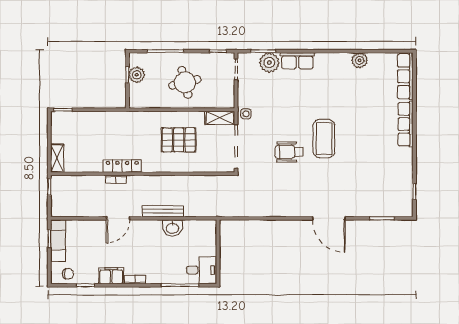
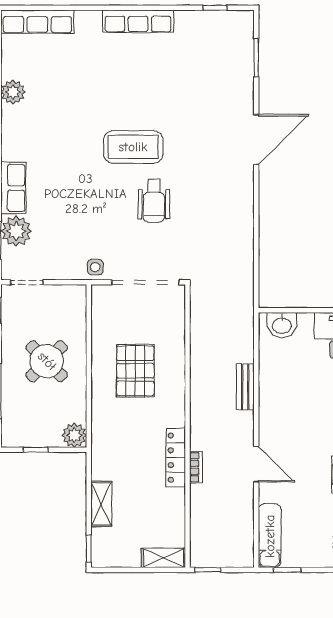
plant: (137, 75) -> (74, 435), moved
round table: (185, 82) -> (47, 361), turned -31
shelving: (220, 118) -> (101, 504), moved
row of seats: (406, 124) -> (138, 21), moved
bench: (163, 211) -> (245, 387), width x0.73
washbasin: (172, 228) -> (282, 325), moved, turned 90
exam couch: (58, 241) -> (270, 536), moved, turned 90

